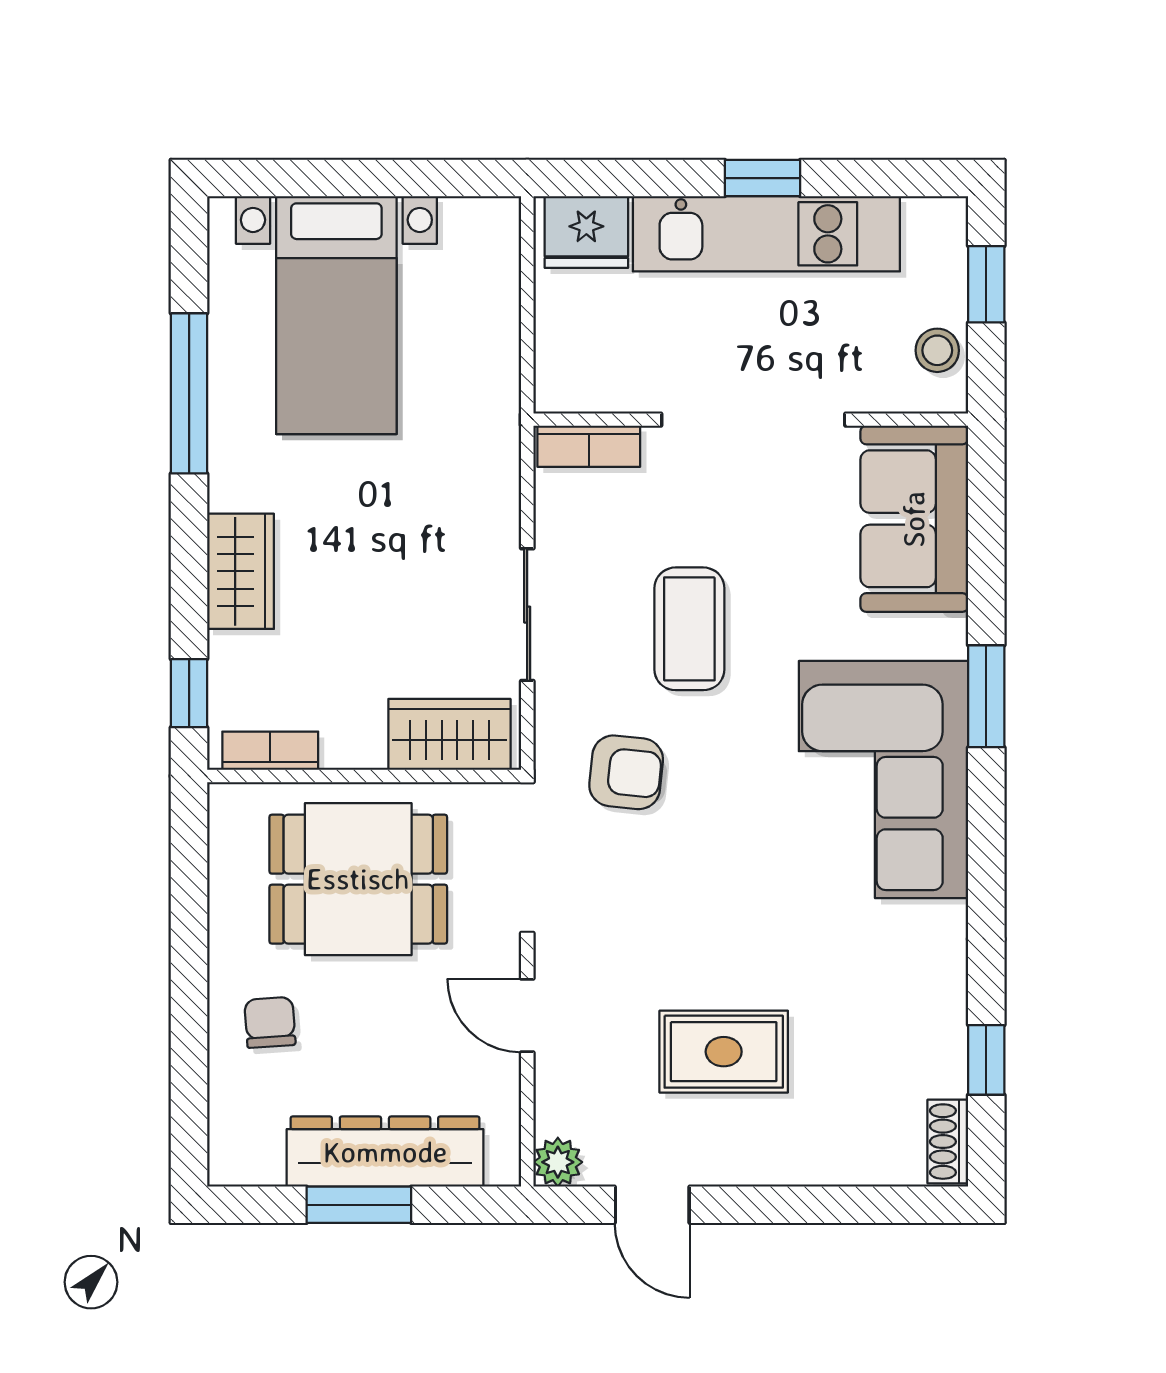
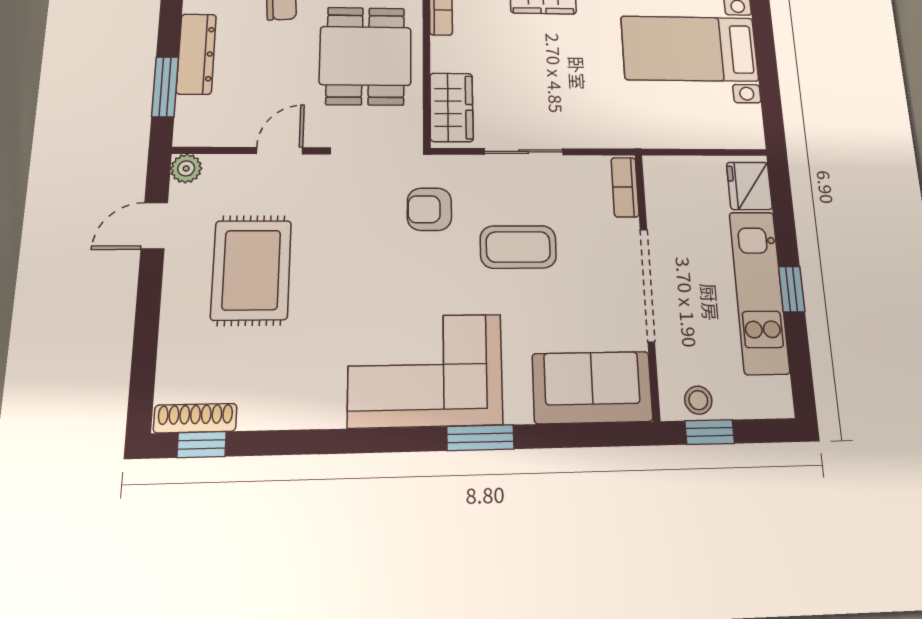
window: (986, 284) -> (710, 432), moved
armchair: (626, 772) -> (429, 209), turned 84
rug: (724, 1052) -> (251, 270), width x1.36, depth x1.43
window: (986, 1060) -> (202, 445), moved
shoe rack: (948, 1142) -> (195, 418), width x1.43
dresser: (385, 1152) -> (196, 54), width x0.73, depth x0.80
window: (359, 1205) -> (165, 87), moved

